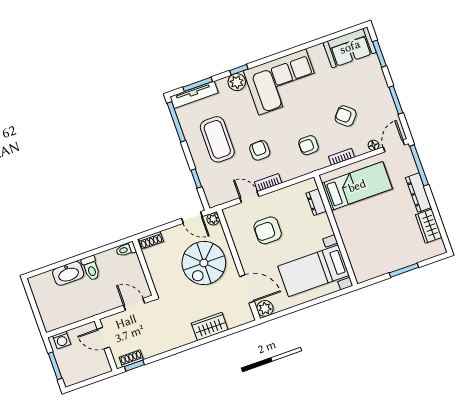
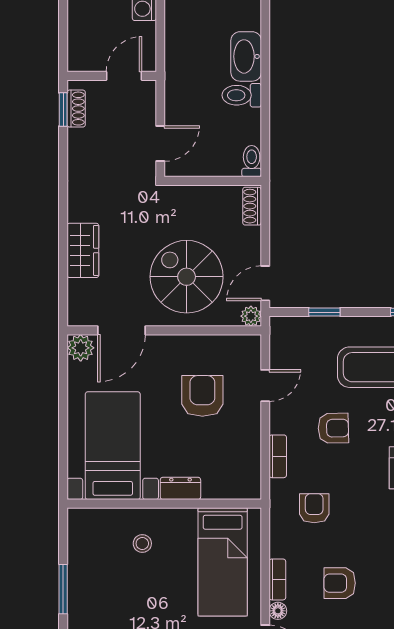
armchair: (346, 116) -> (340, 583), turned -131
bookcase: (341, 157) -> (277, 579), moved
bookcase: (268, 183) -> (278, 456), moved
dresser: (316, 202) -> (180, 488), moved
stool: (363, 235) -> (142, 543), added

